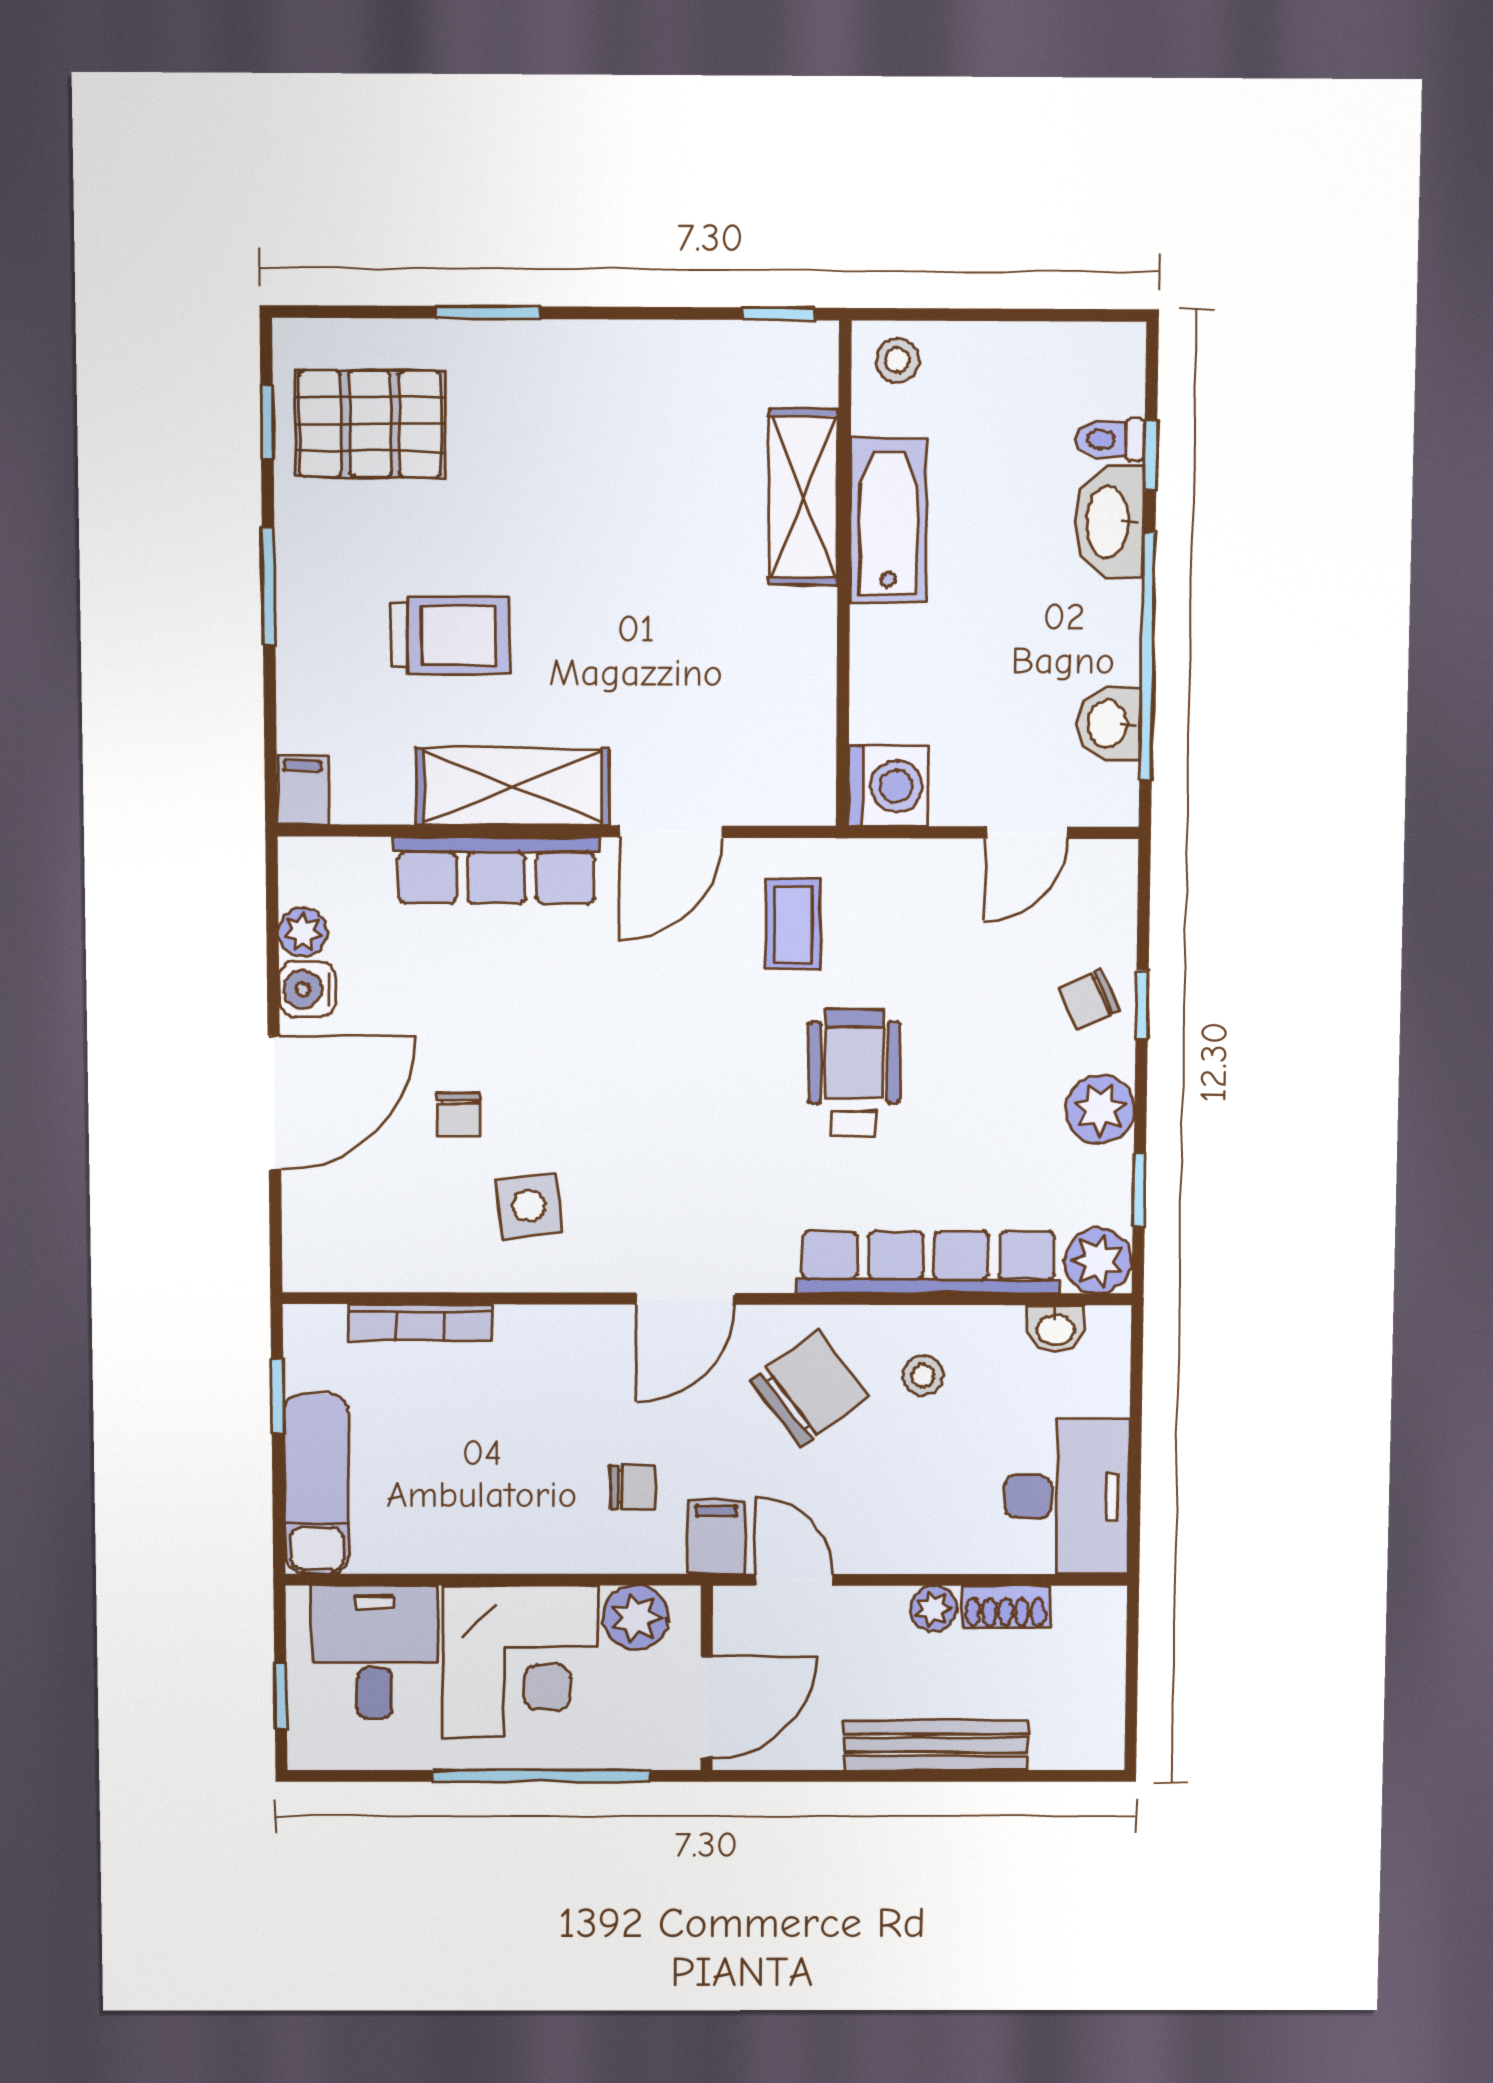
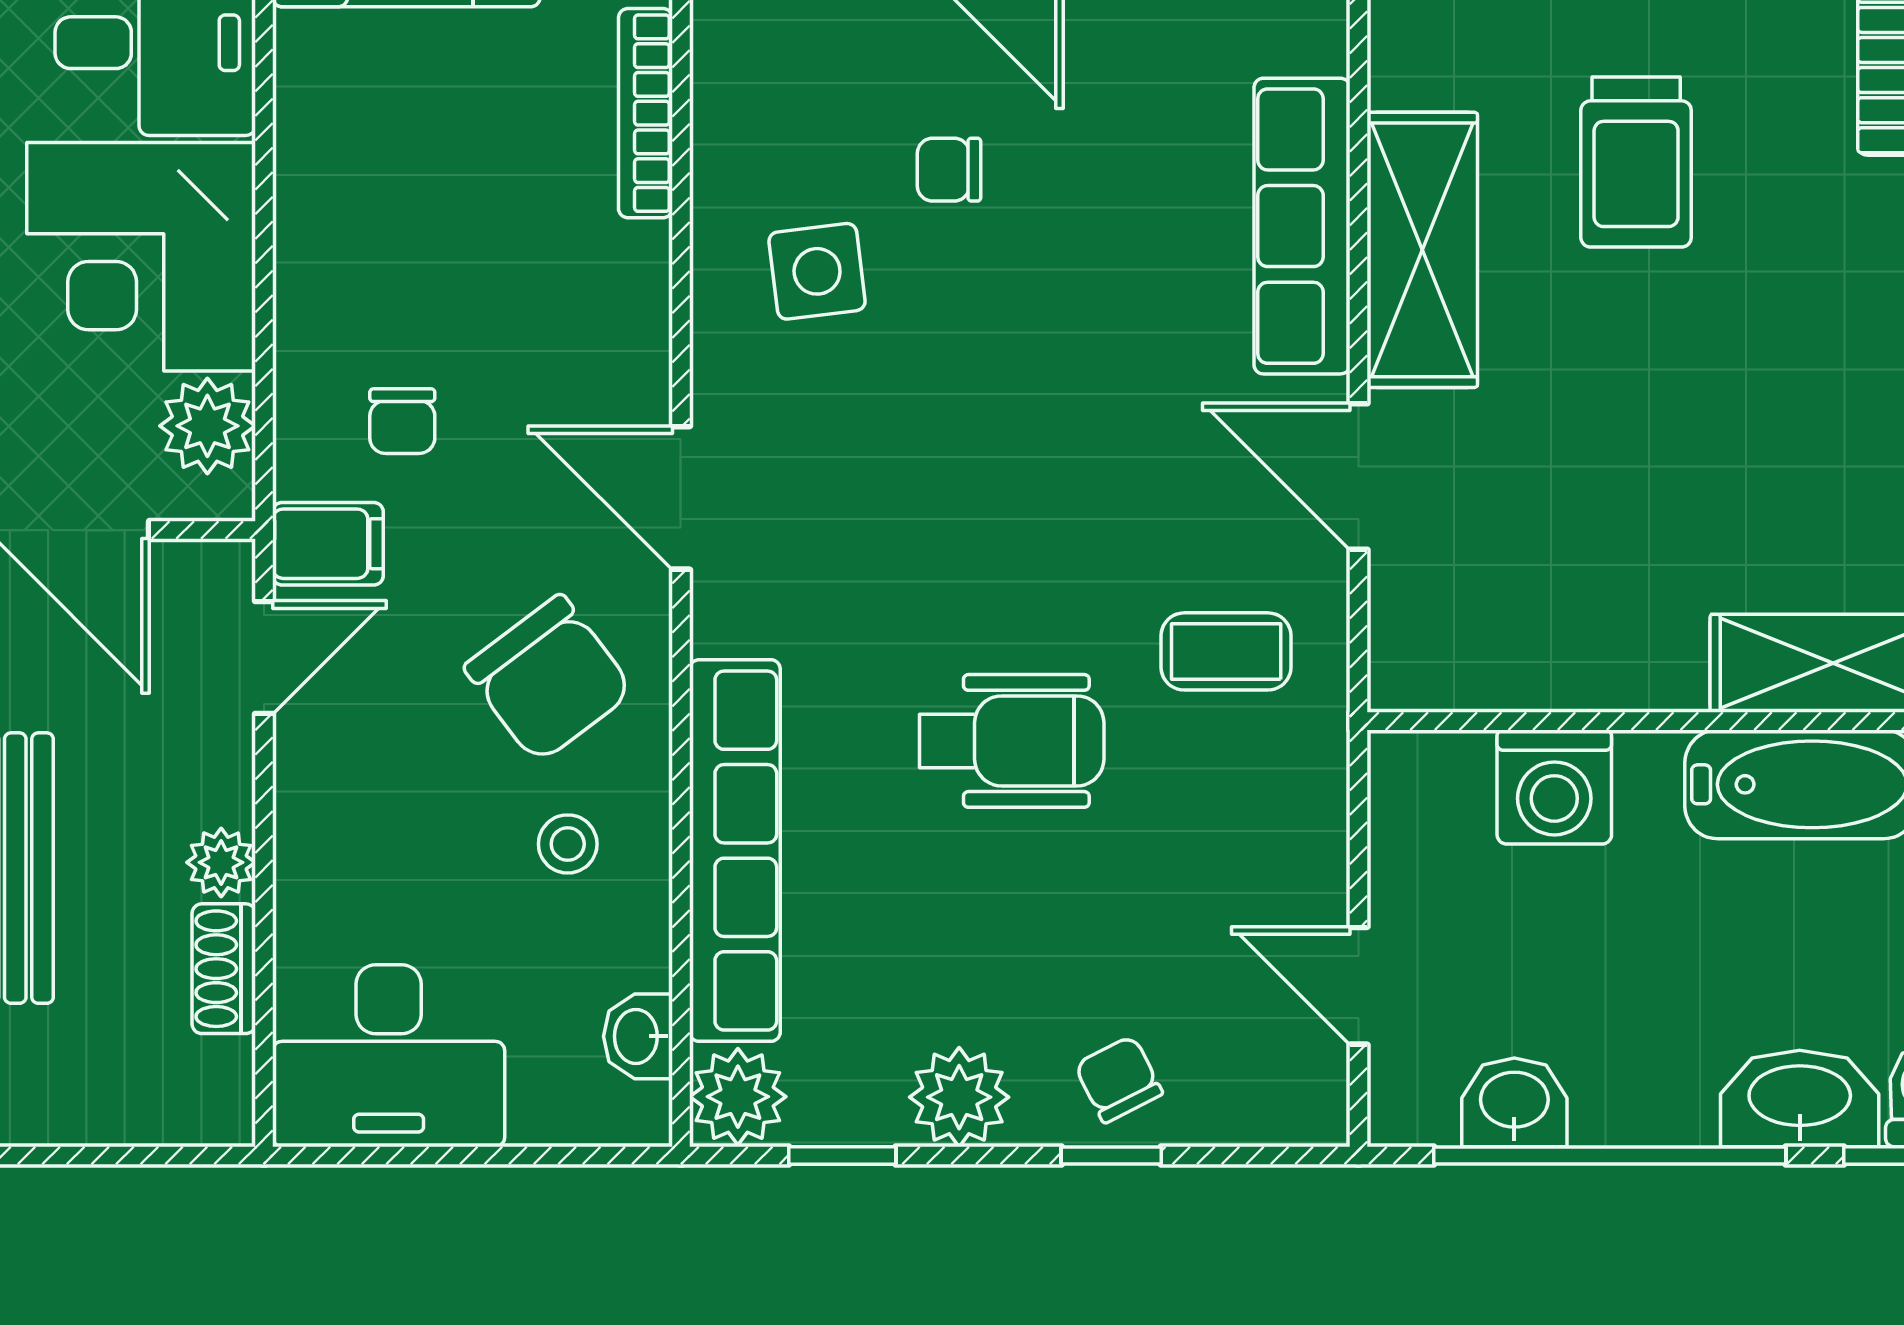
washing machine: (888, 786) -> (1554, 787), moved

